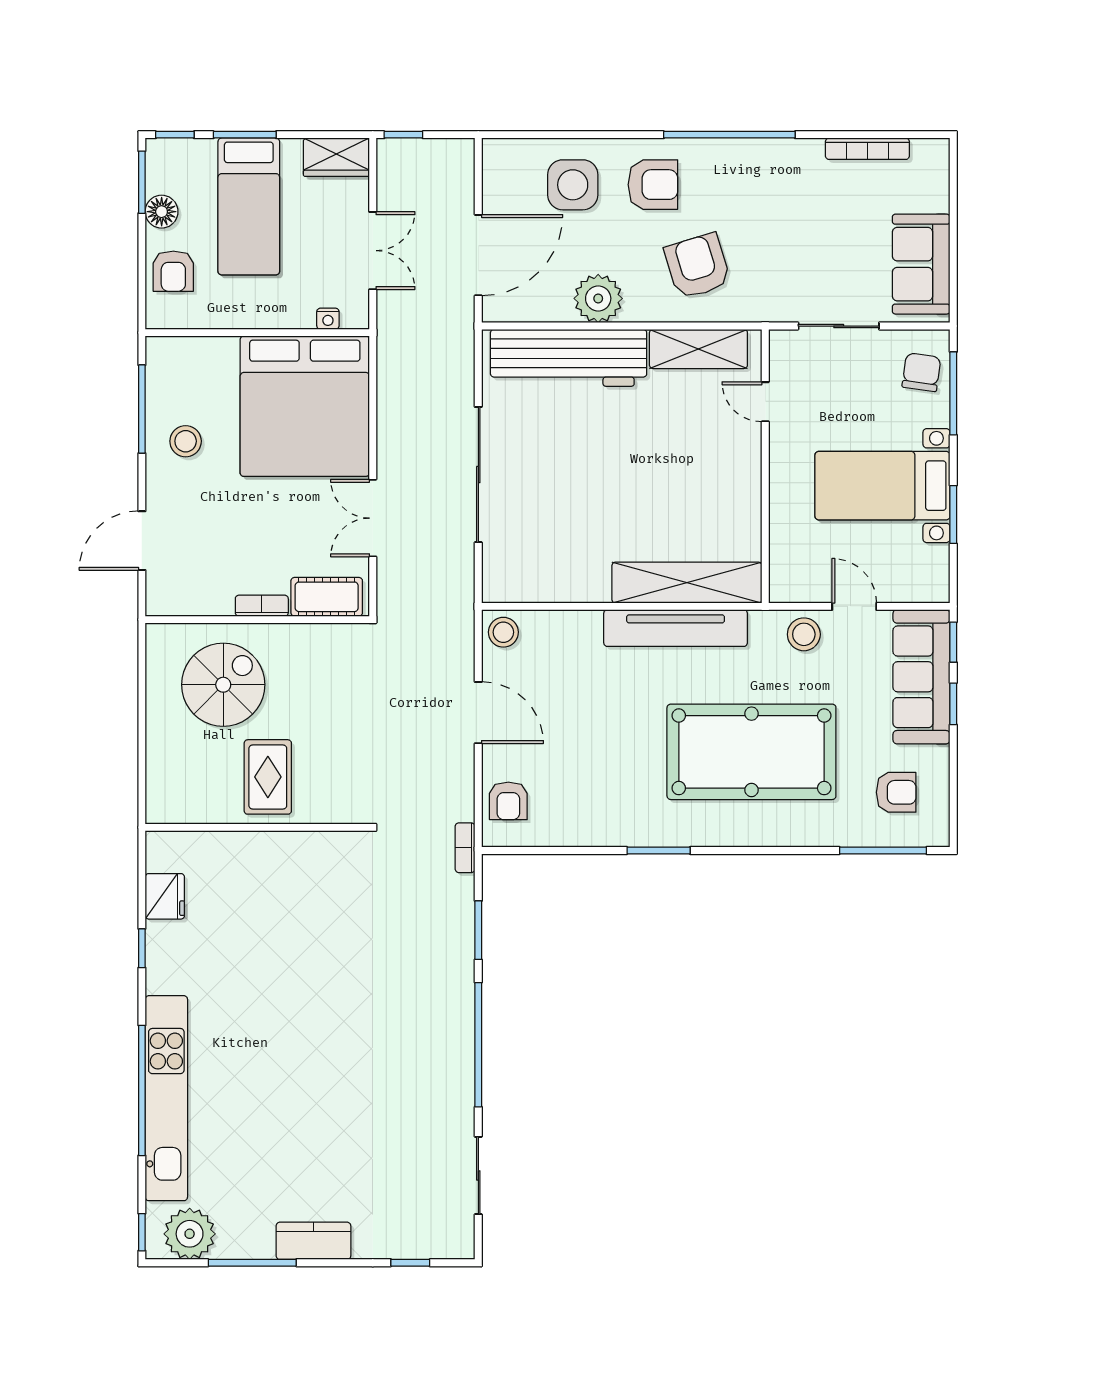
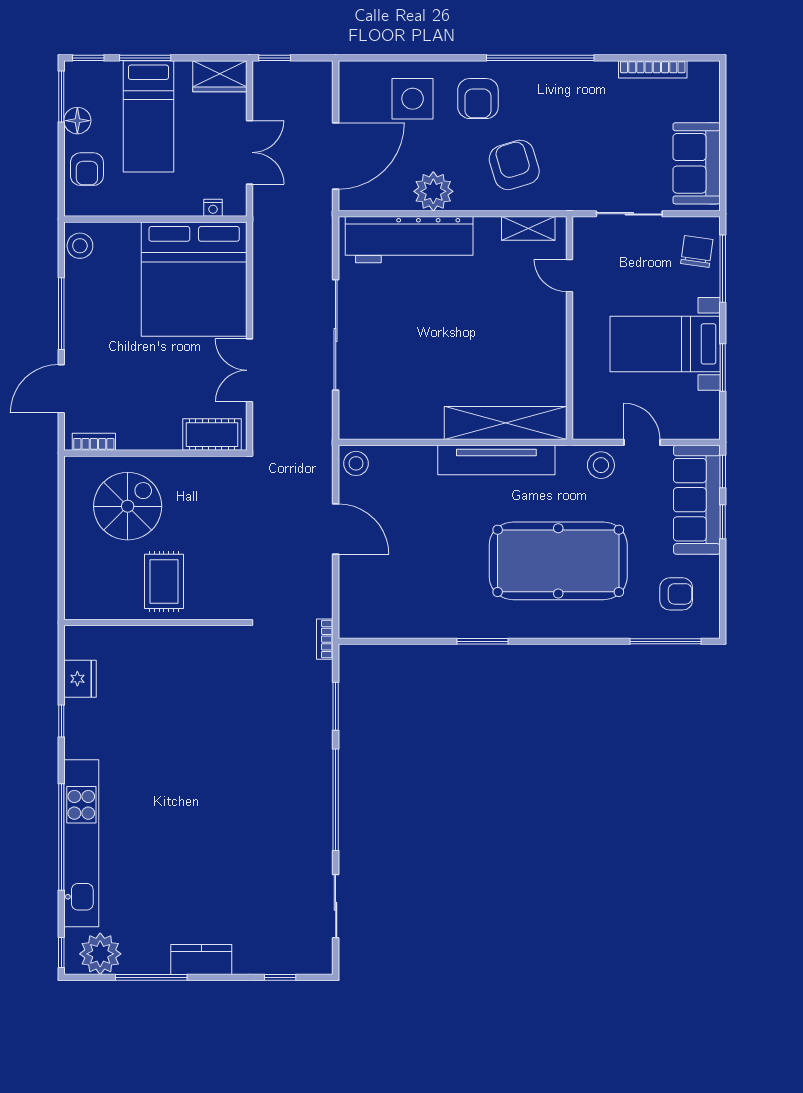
armchair: (653, 185) -> (478, 99), turned 90
shelving: (698, 349) -> (528, 228), width x0.67, depth x0.75
window: (142, 409) -> (61, 314), moved
stool: (186, 441) -> (80, 246), moved
bookcase: (262, 606) -> (94, 442), moved
armchair: (508, 801) -> (360, 601), removed

